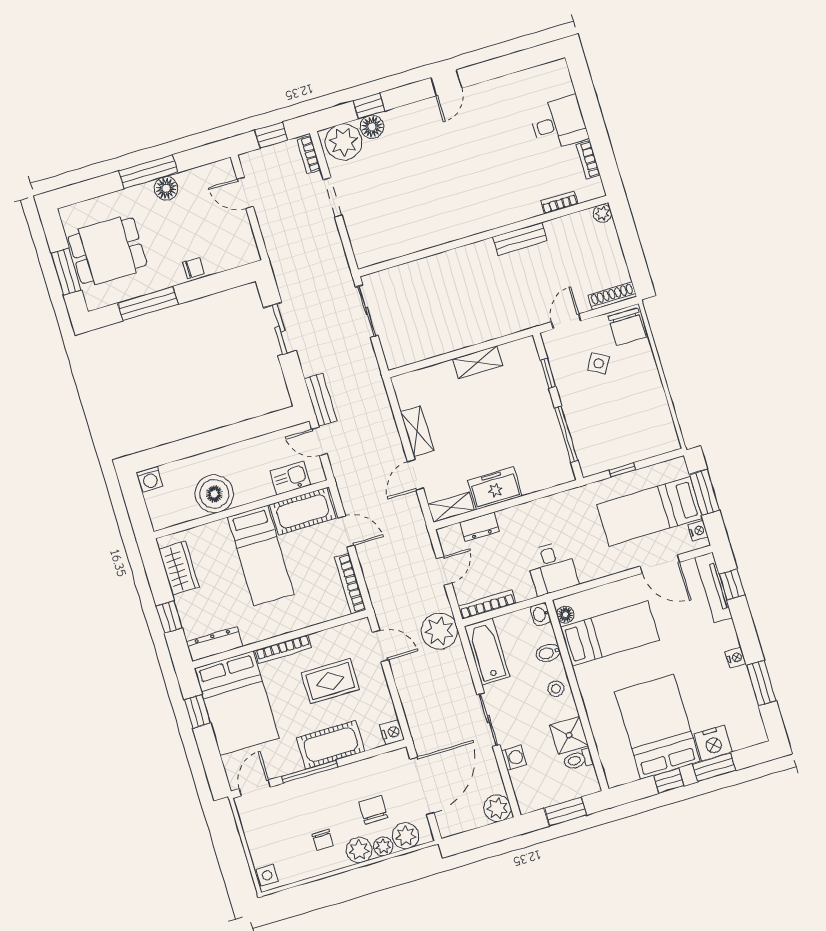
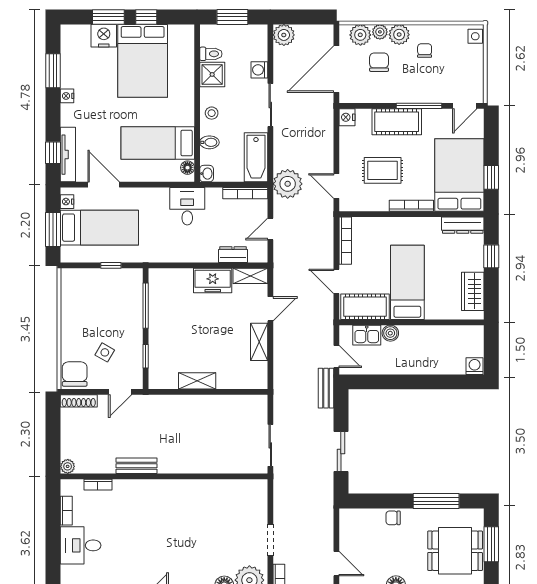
boiler: (214, 494) -> (390, 333), moved, width x0.54, depth x0.54
chair: (373, 810) -> (379, 62), turned 180

